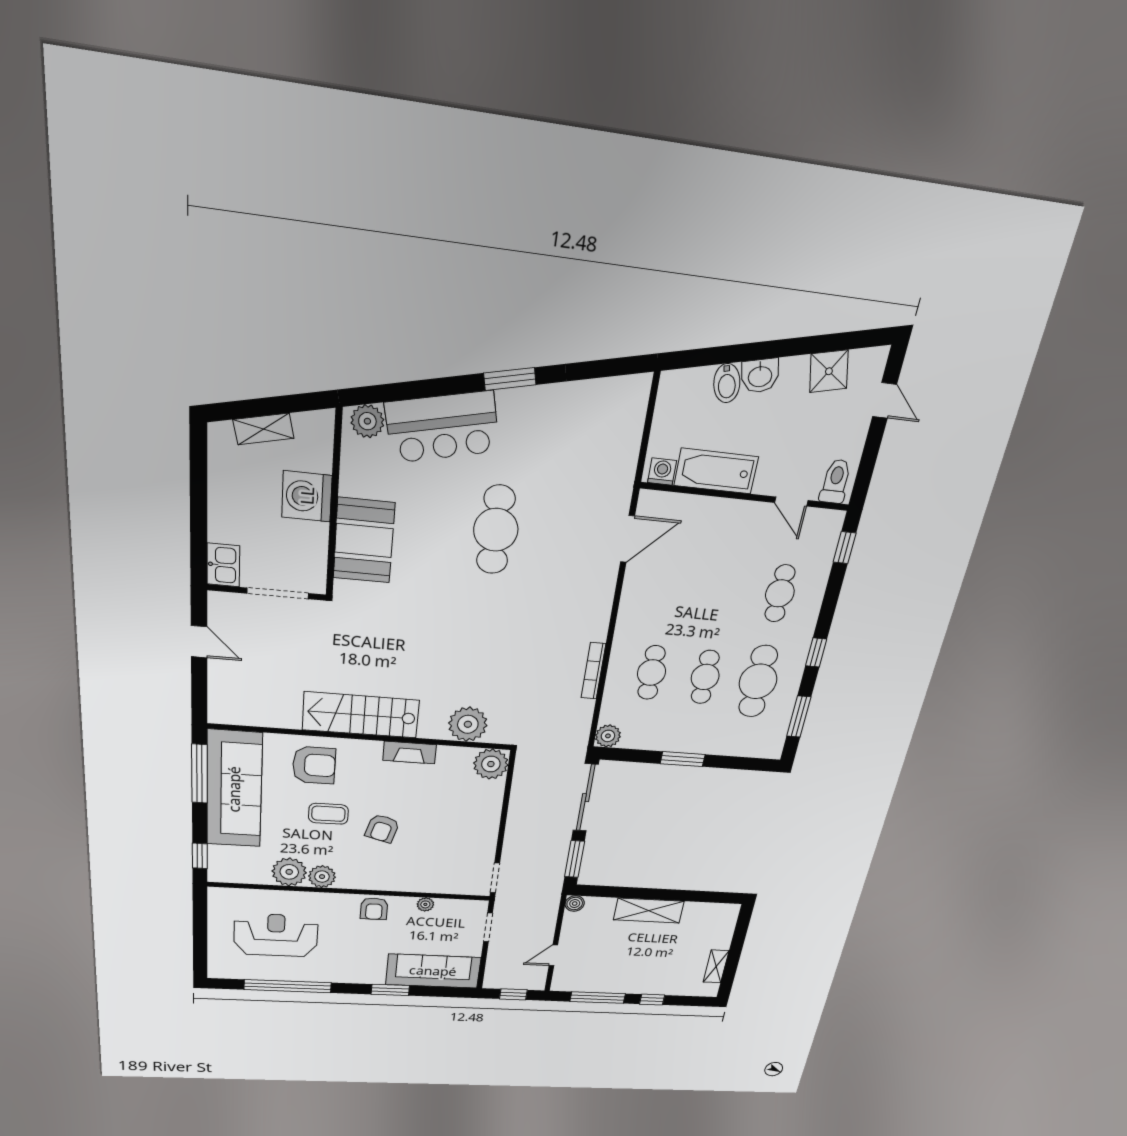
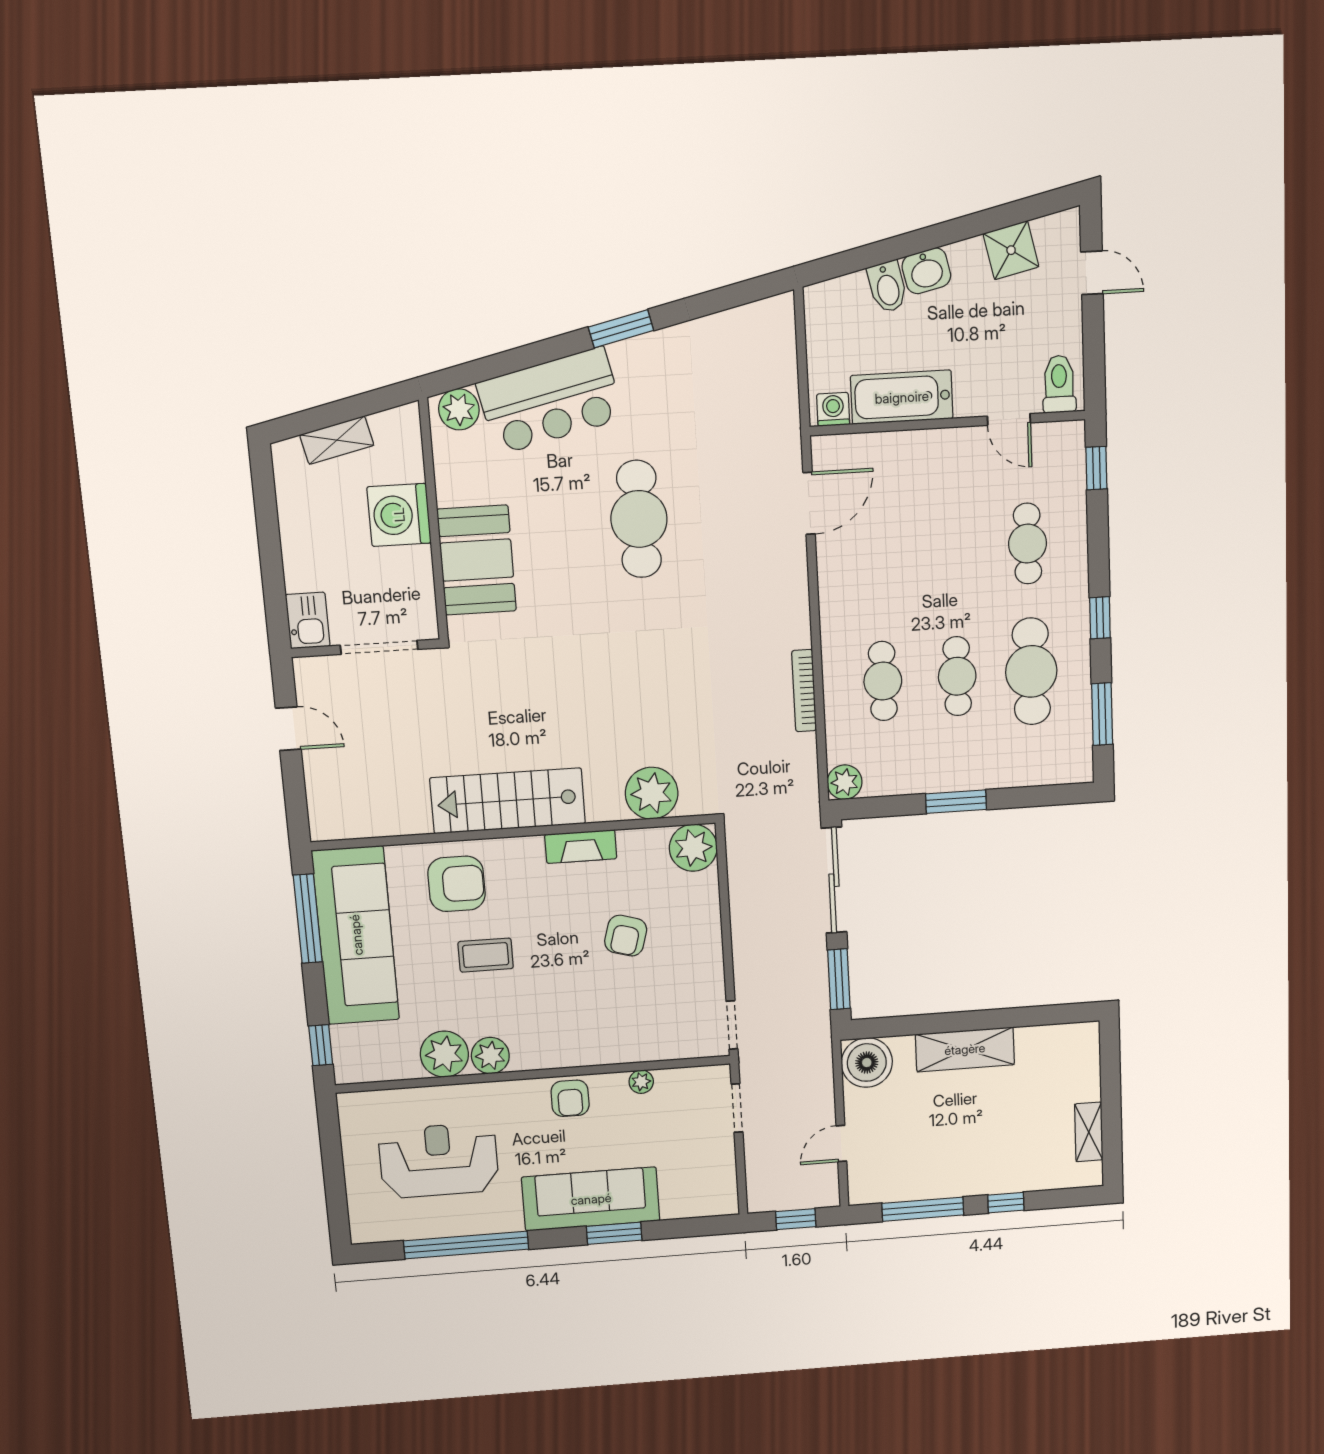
armchair: (382, 828) -> (626, 936), moved
boiler: (575, 904) -> (867, 1063), width x1.86, depth x1.86
sofa: (433, 971) -> (591, 1199), moved

